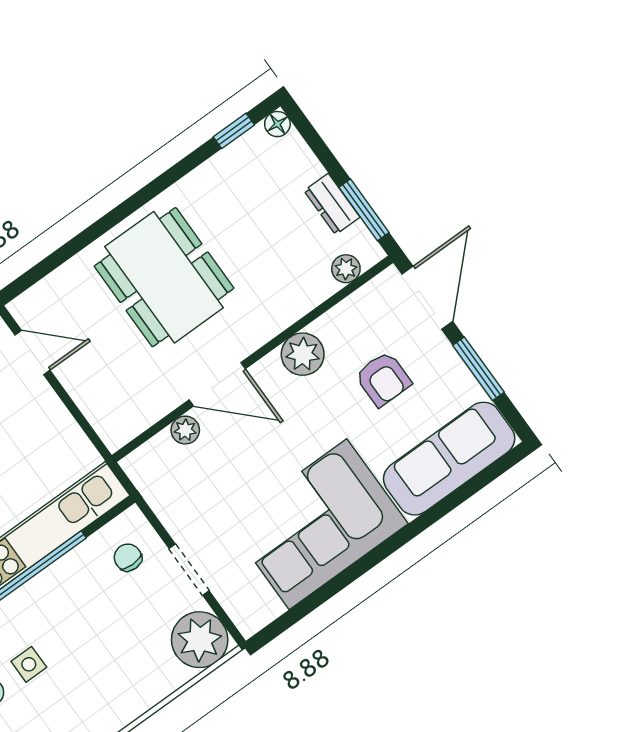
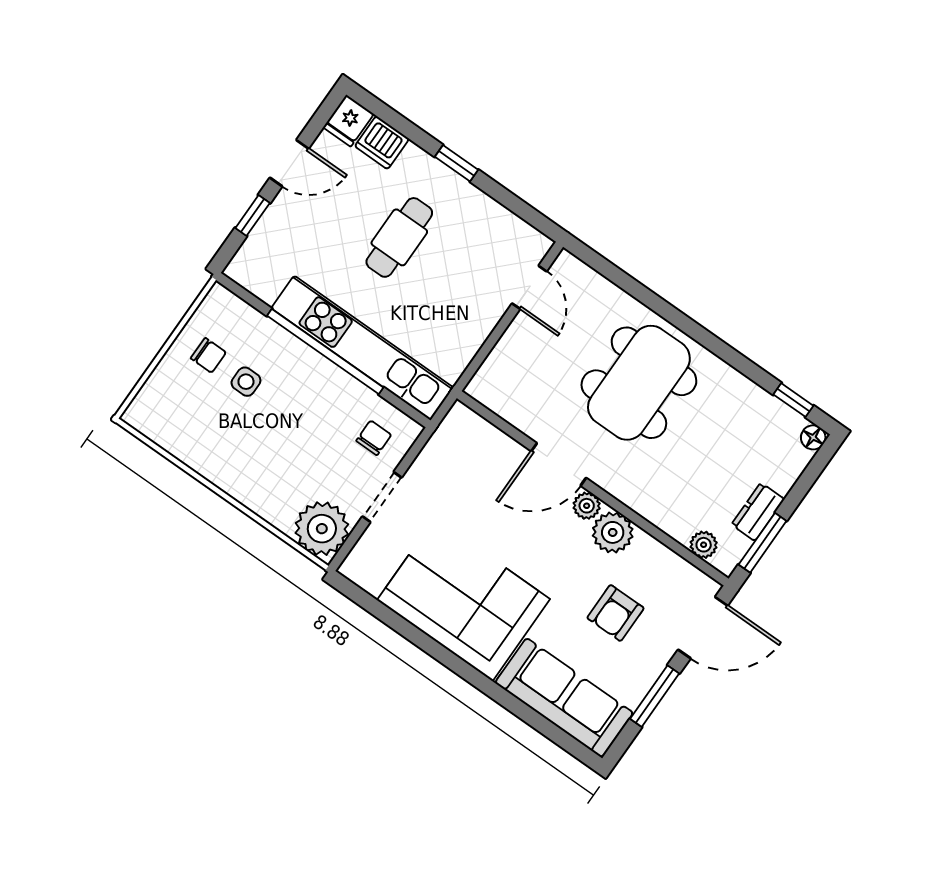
door: (217, 384) -> (559, 464), hinge flipped
plant: (185, 430) -> (587, 506), moved

